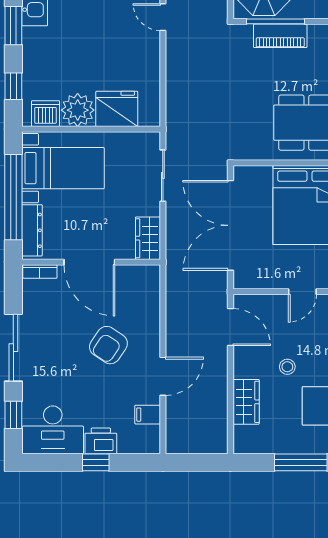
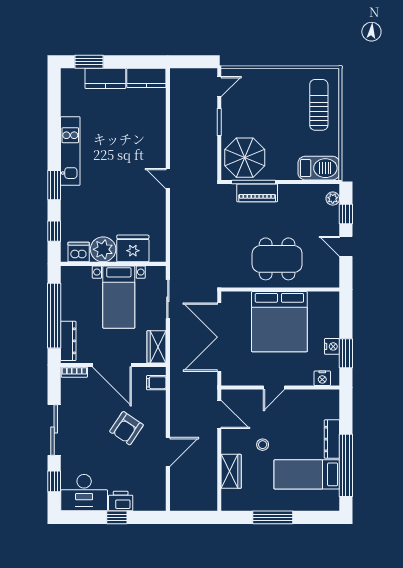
bed with nightstands: (63, 168) -> (119, 297), moved, turned 90
filing cabinet: (148, 415) -> (156, 383), moved

